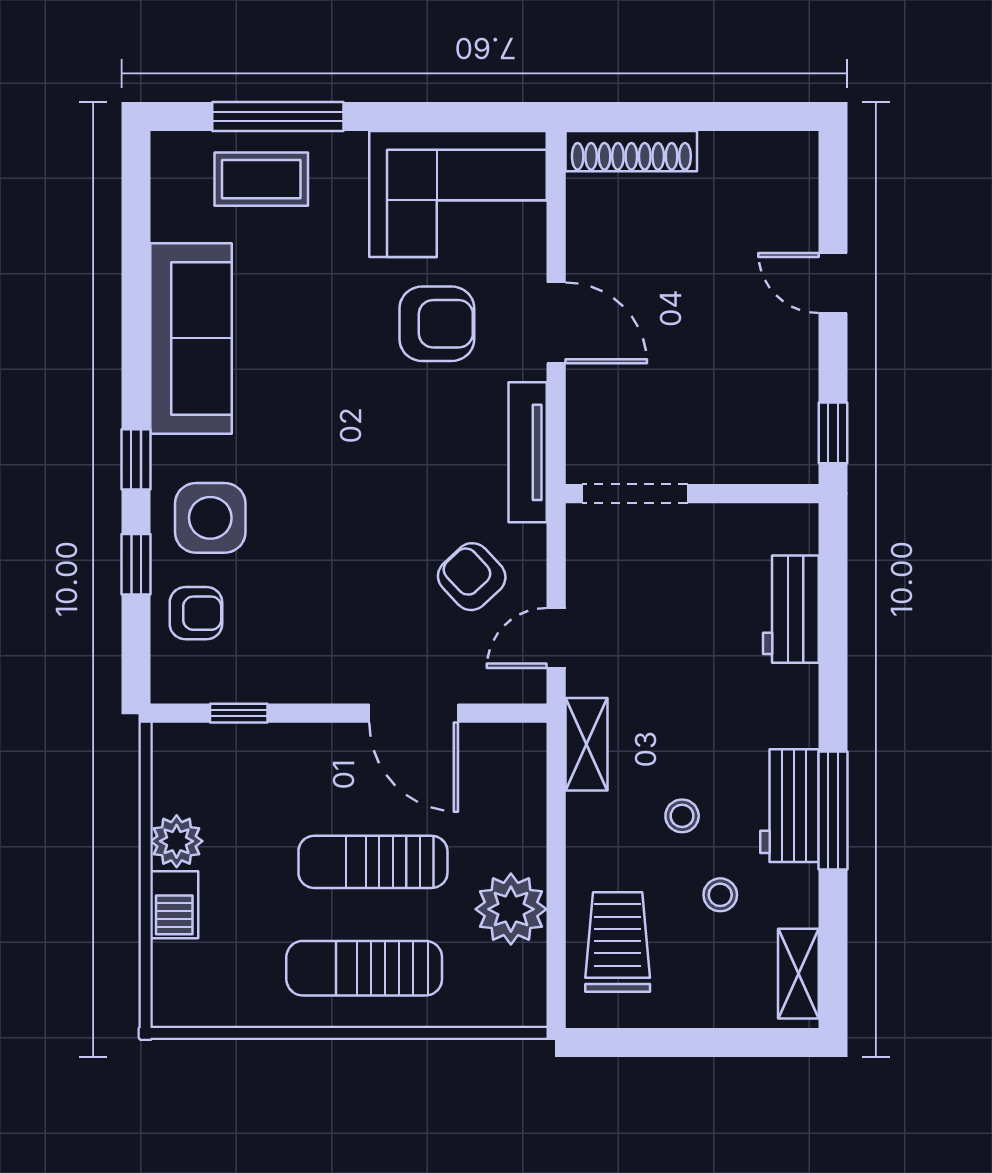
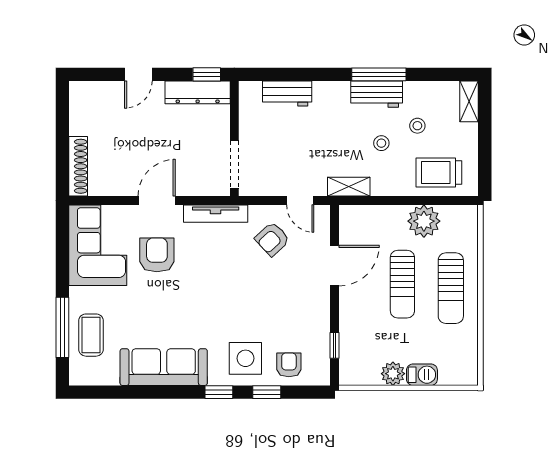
dresser: (793, 413) -> (198, 92), added
shelving: (798, 974) -> (469, 101), moved, turned 90

